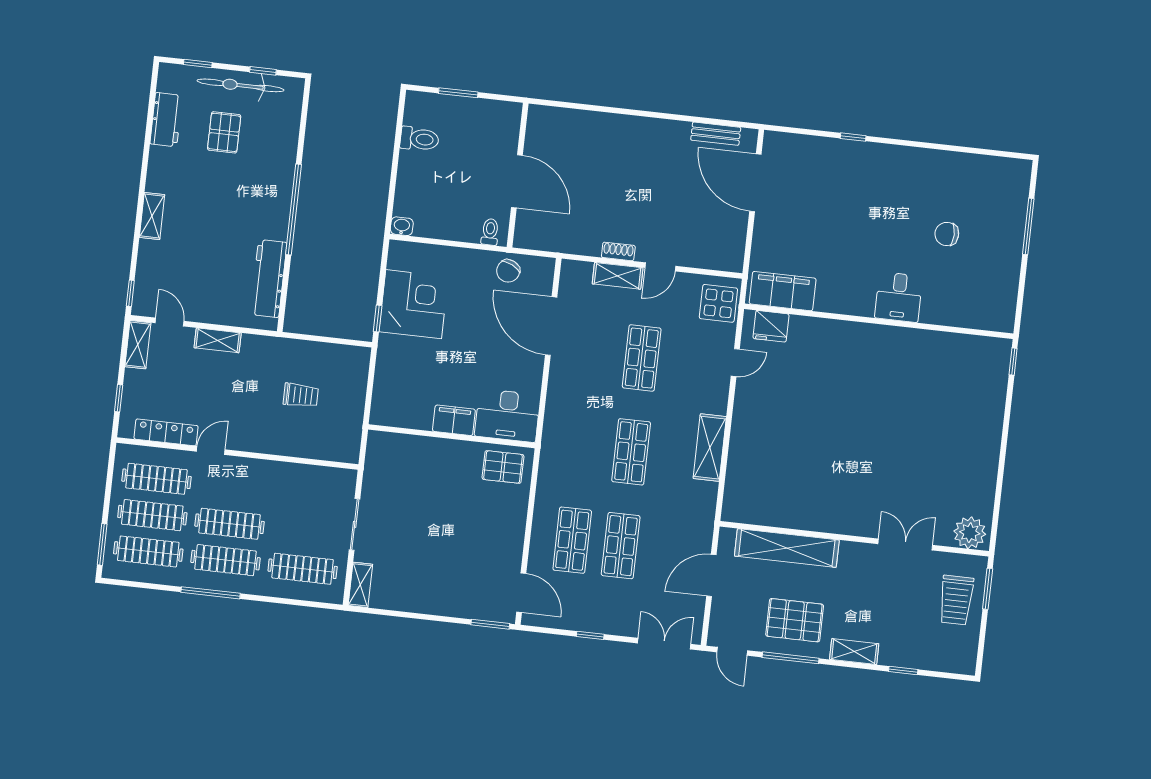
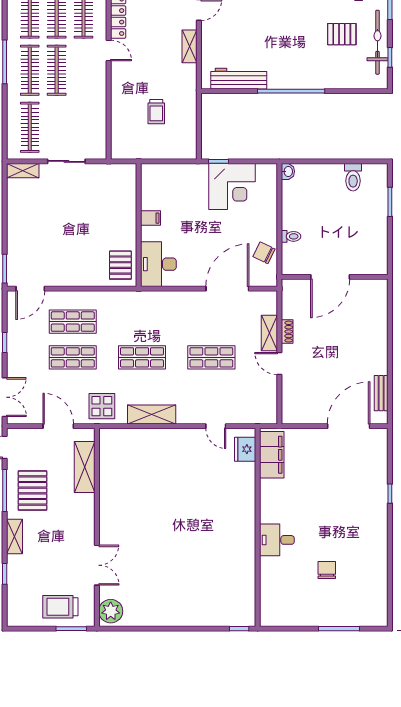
wall: (518, 175) -> (335, 277), moved
door: (517, 181) -> (330, 277), moved
display table: (718, 303) -> (102, 406), moved
filing cabinet: (454, 420) -> (151, 218), width x0.50
shelving: (787, 548) -> (85, 467), width x0.68

